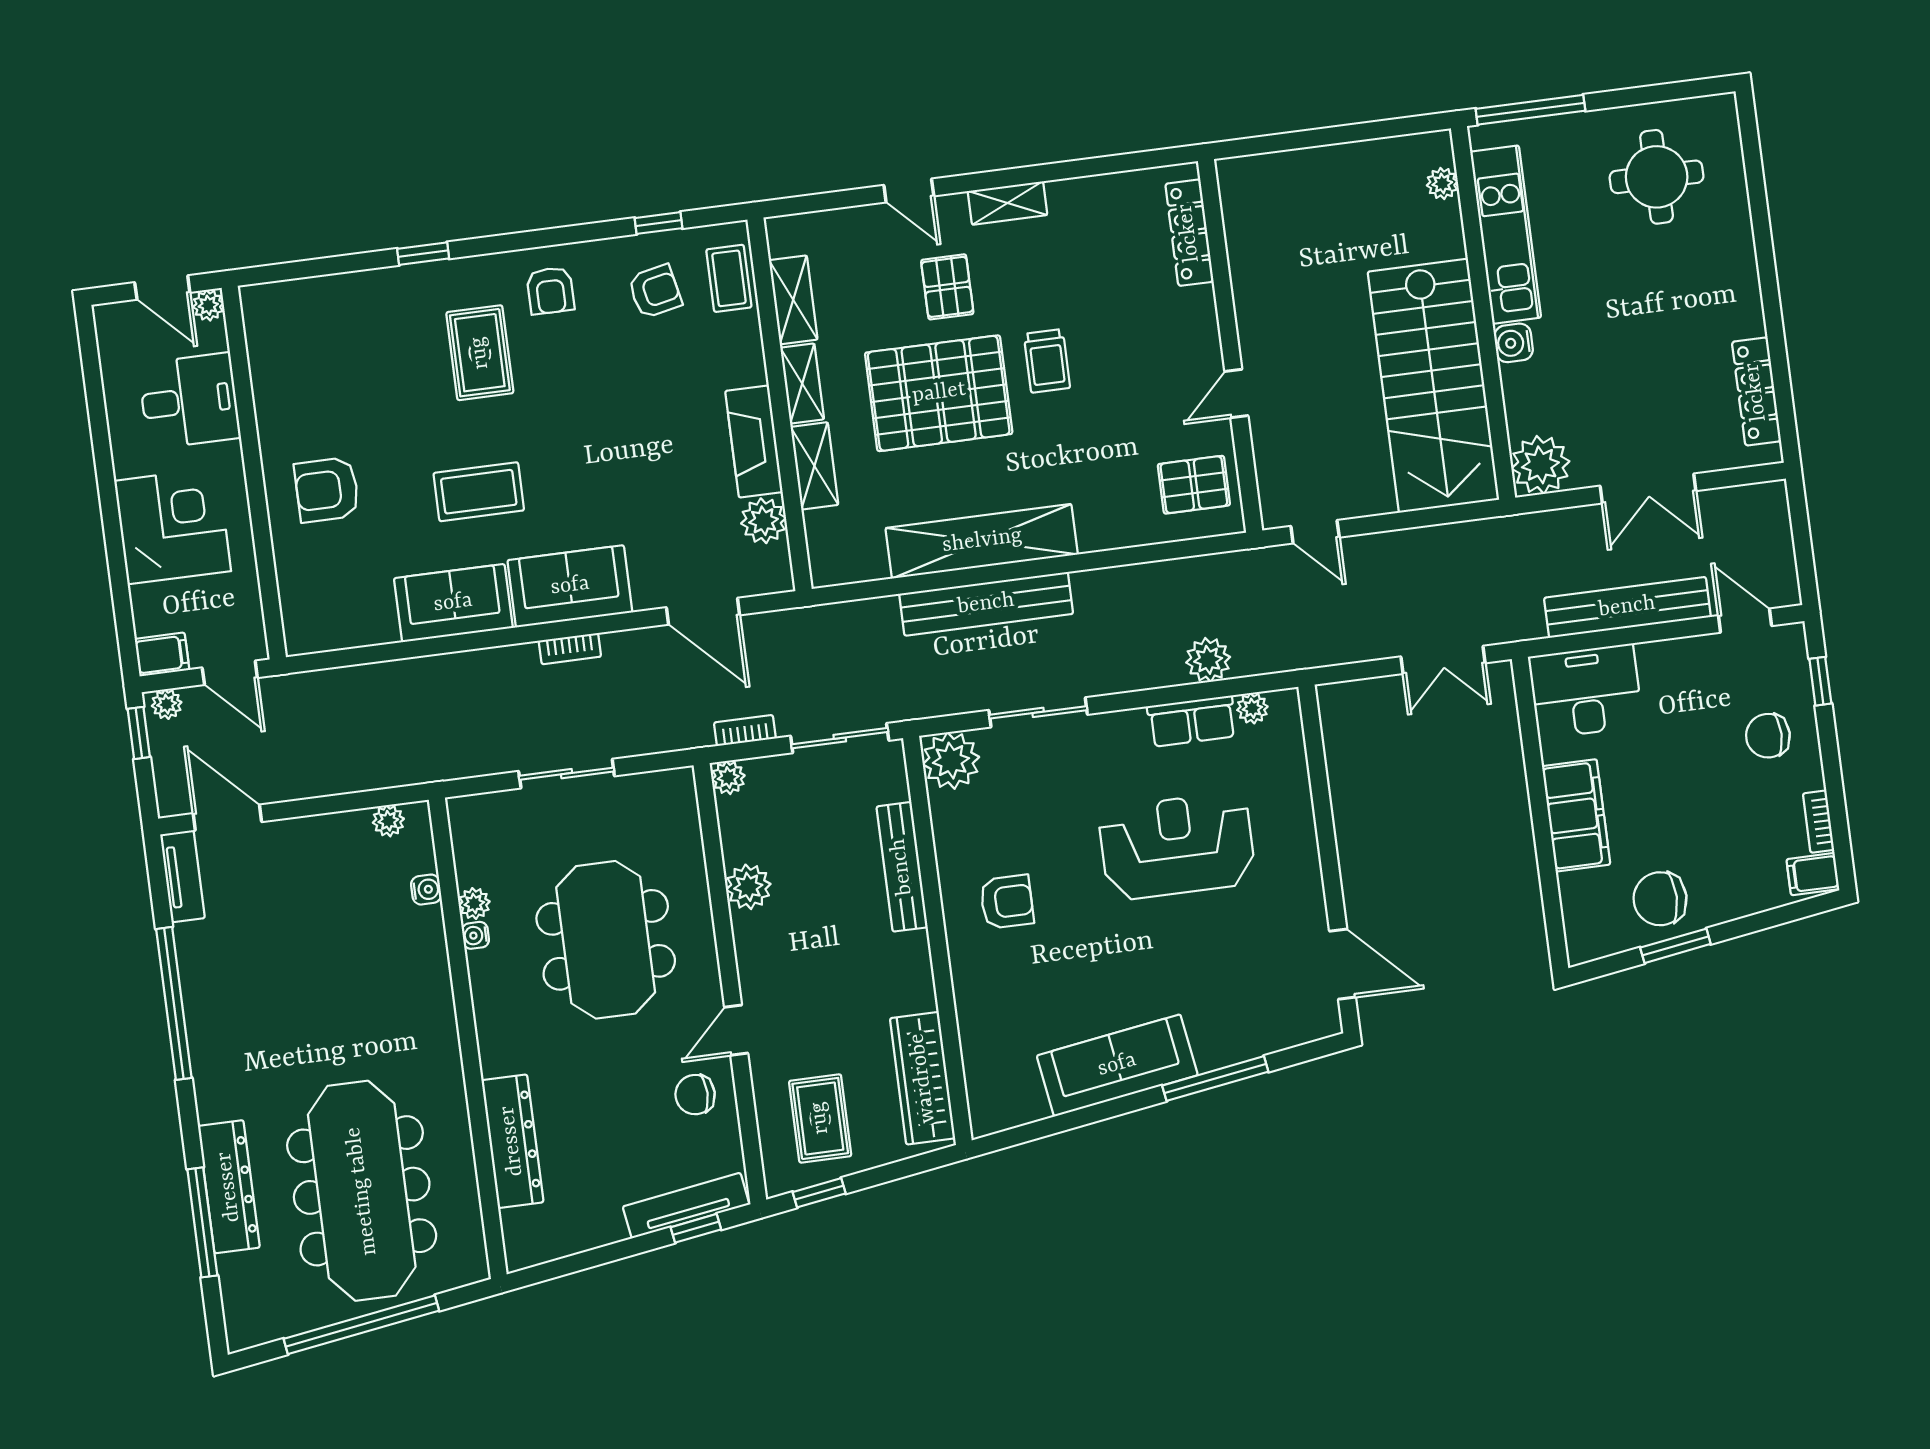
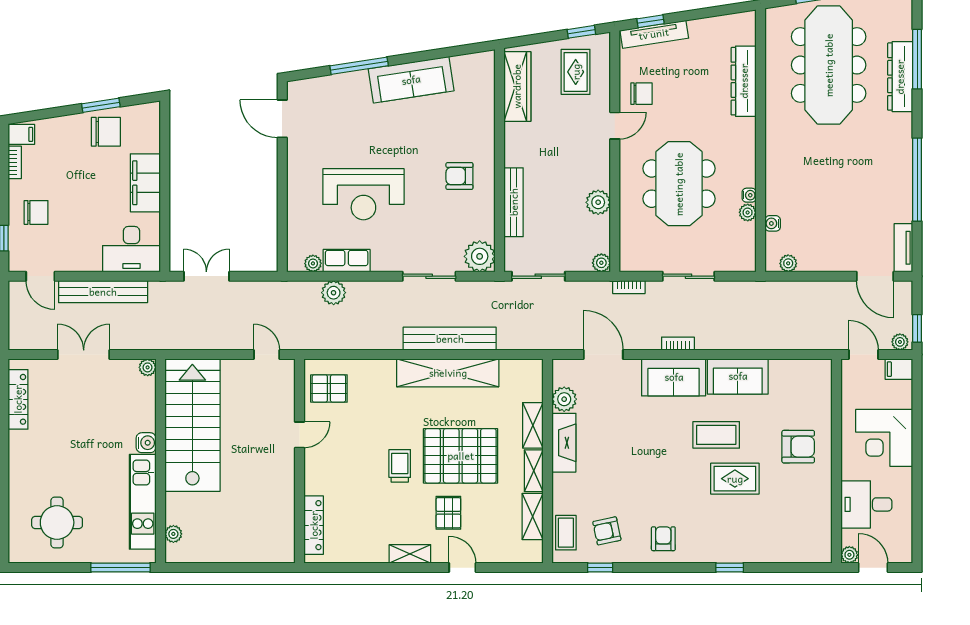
rug: (480, 353) -> (735, 479), moved, turned 90
plant: (1540, 465) -> (148, 367), width x0.53, depth x0.53
bookcase: (745, 730) -> (629, 287), moved

